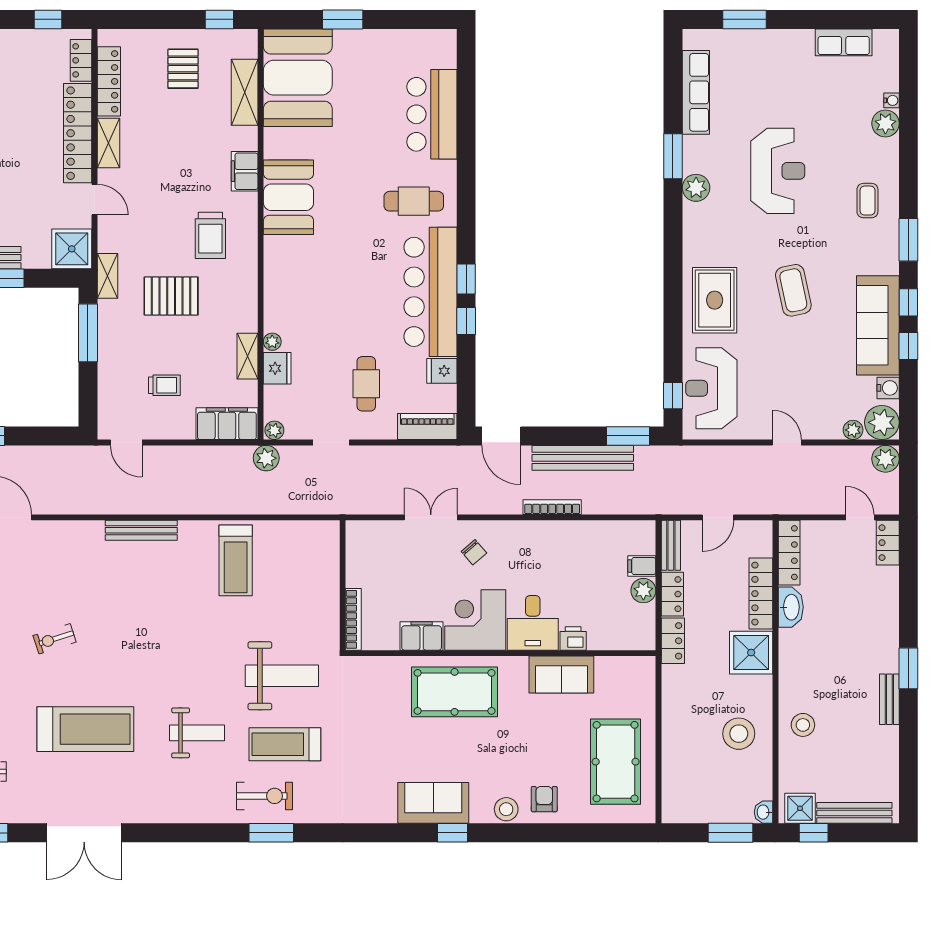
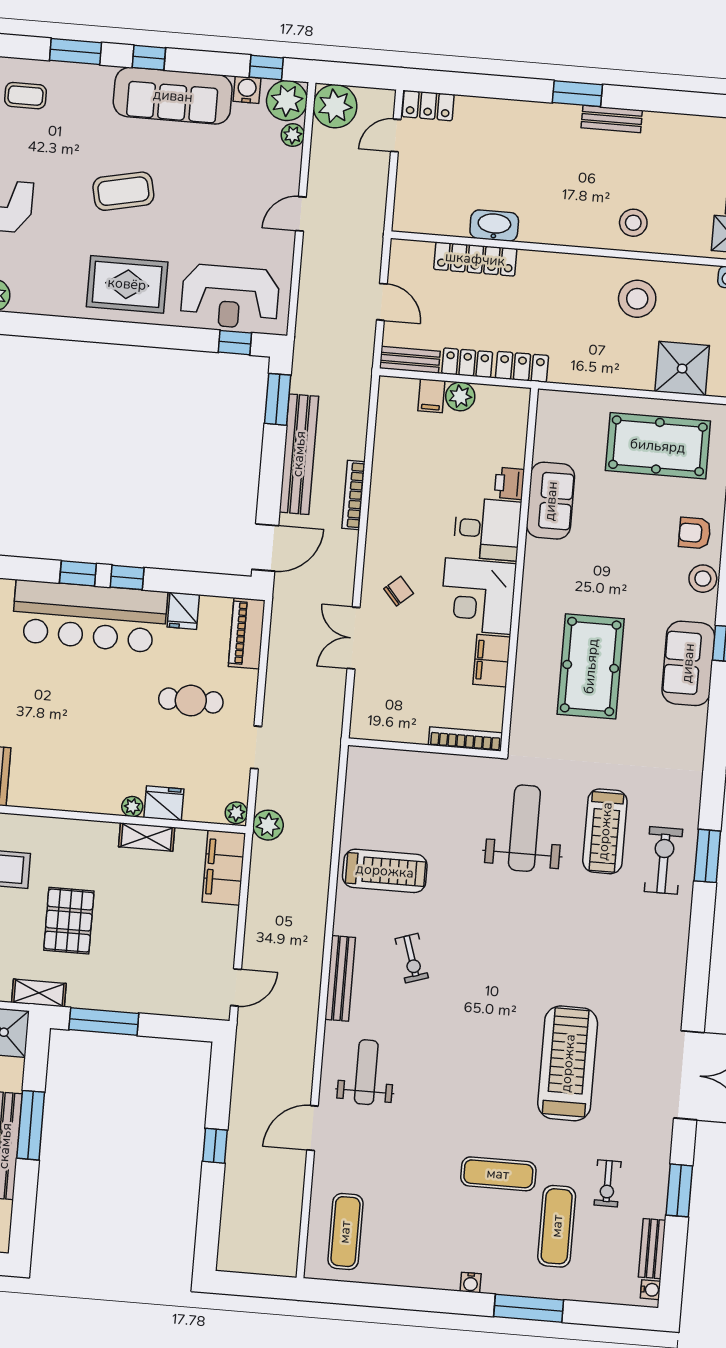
window: (908, 346) -> (266, 68), moved
trolley: (164, 385) -> (173, 937), removed
plant: (885, 459) -> (335, 106), width x1.36, depth x1.36
locker: (789, 553) -> (430, 222), removed
exercise bike: (55, 639) -> (412, 958), moved
shower: (751, 653) -> (682, 369), moved
pool table: (455, 692) -> (591, 666), moved
weight bench: (197, 733) -> (366, 1072), moved

